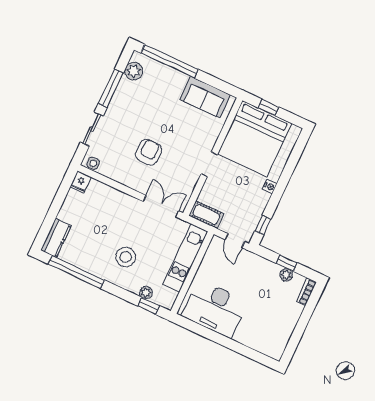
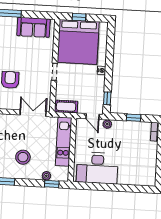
plant: (286, 275) -> (107, 124), moved

